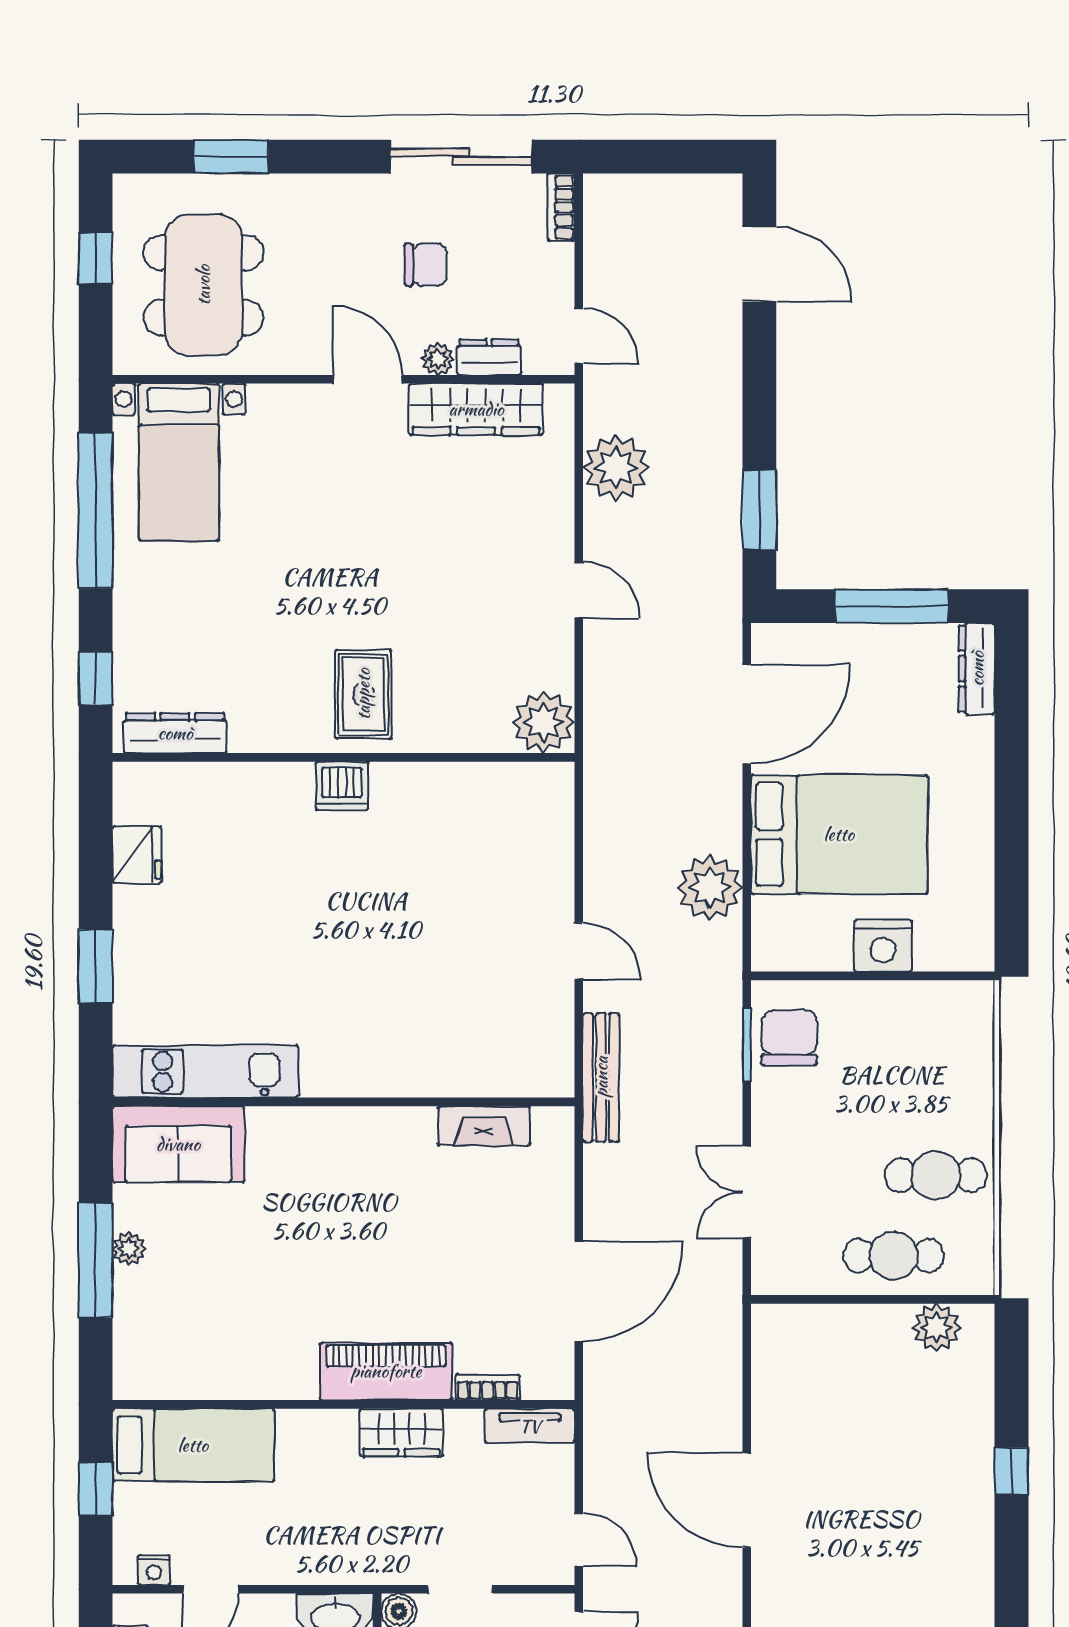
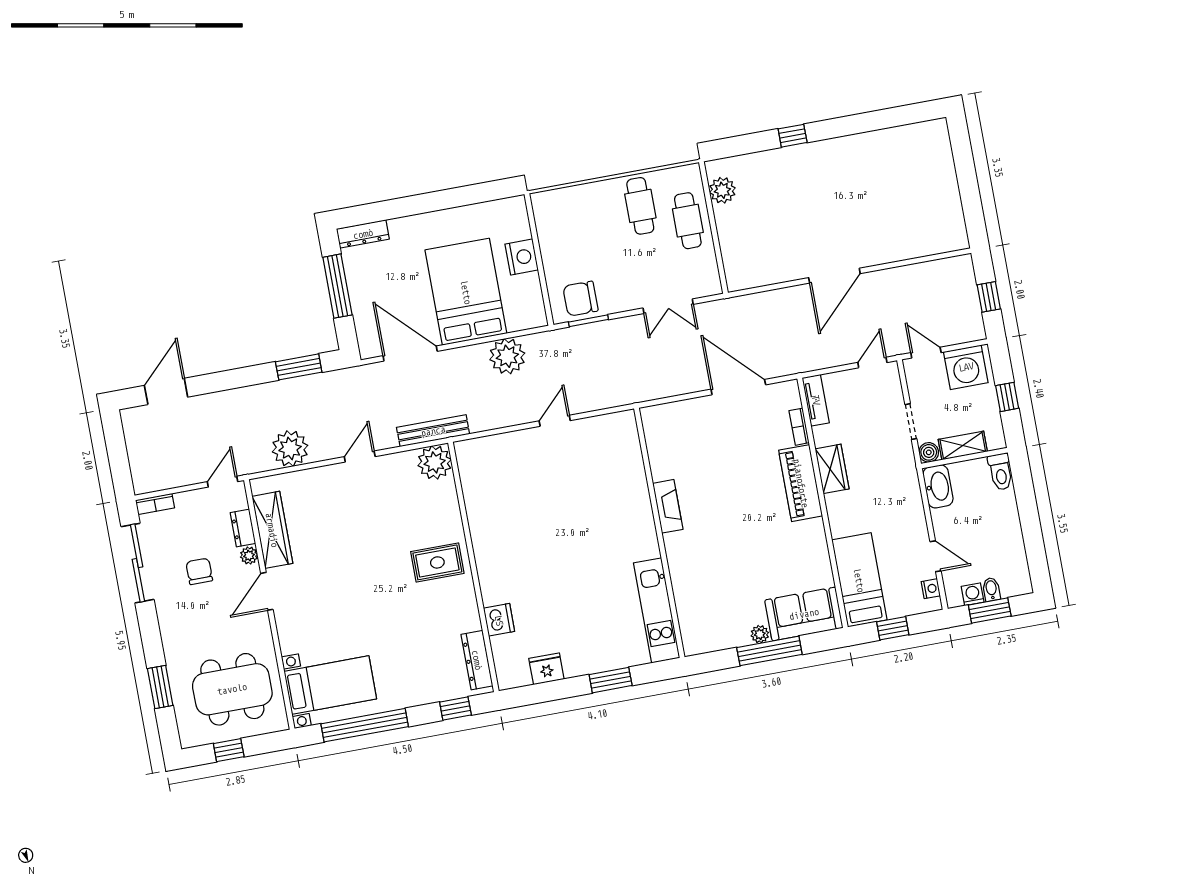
dishwasher: (342, 786) -> (499, 620), moved
bench: (601, 1077) -> (433, 431), moved
fireplace: (484, 1126) -> (668, 506), moved
sofa: (178, 1144) -> (804, 614), moved, turned -90

